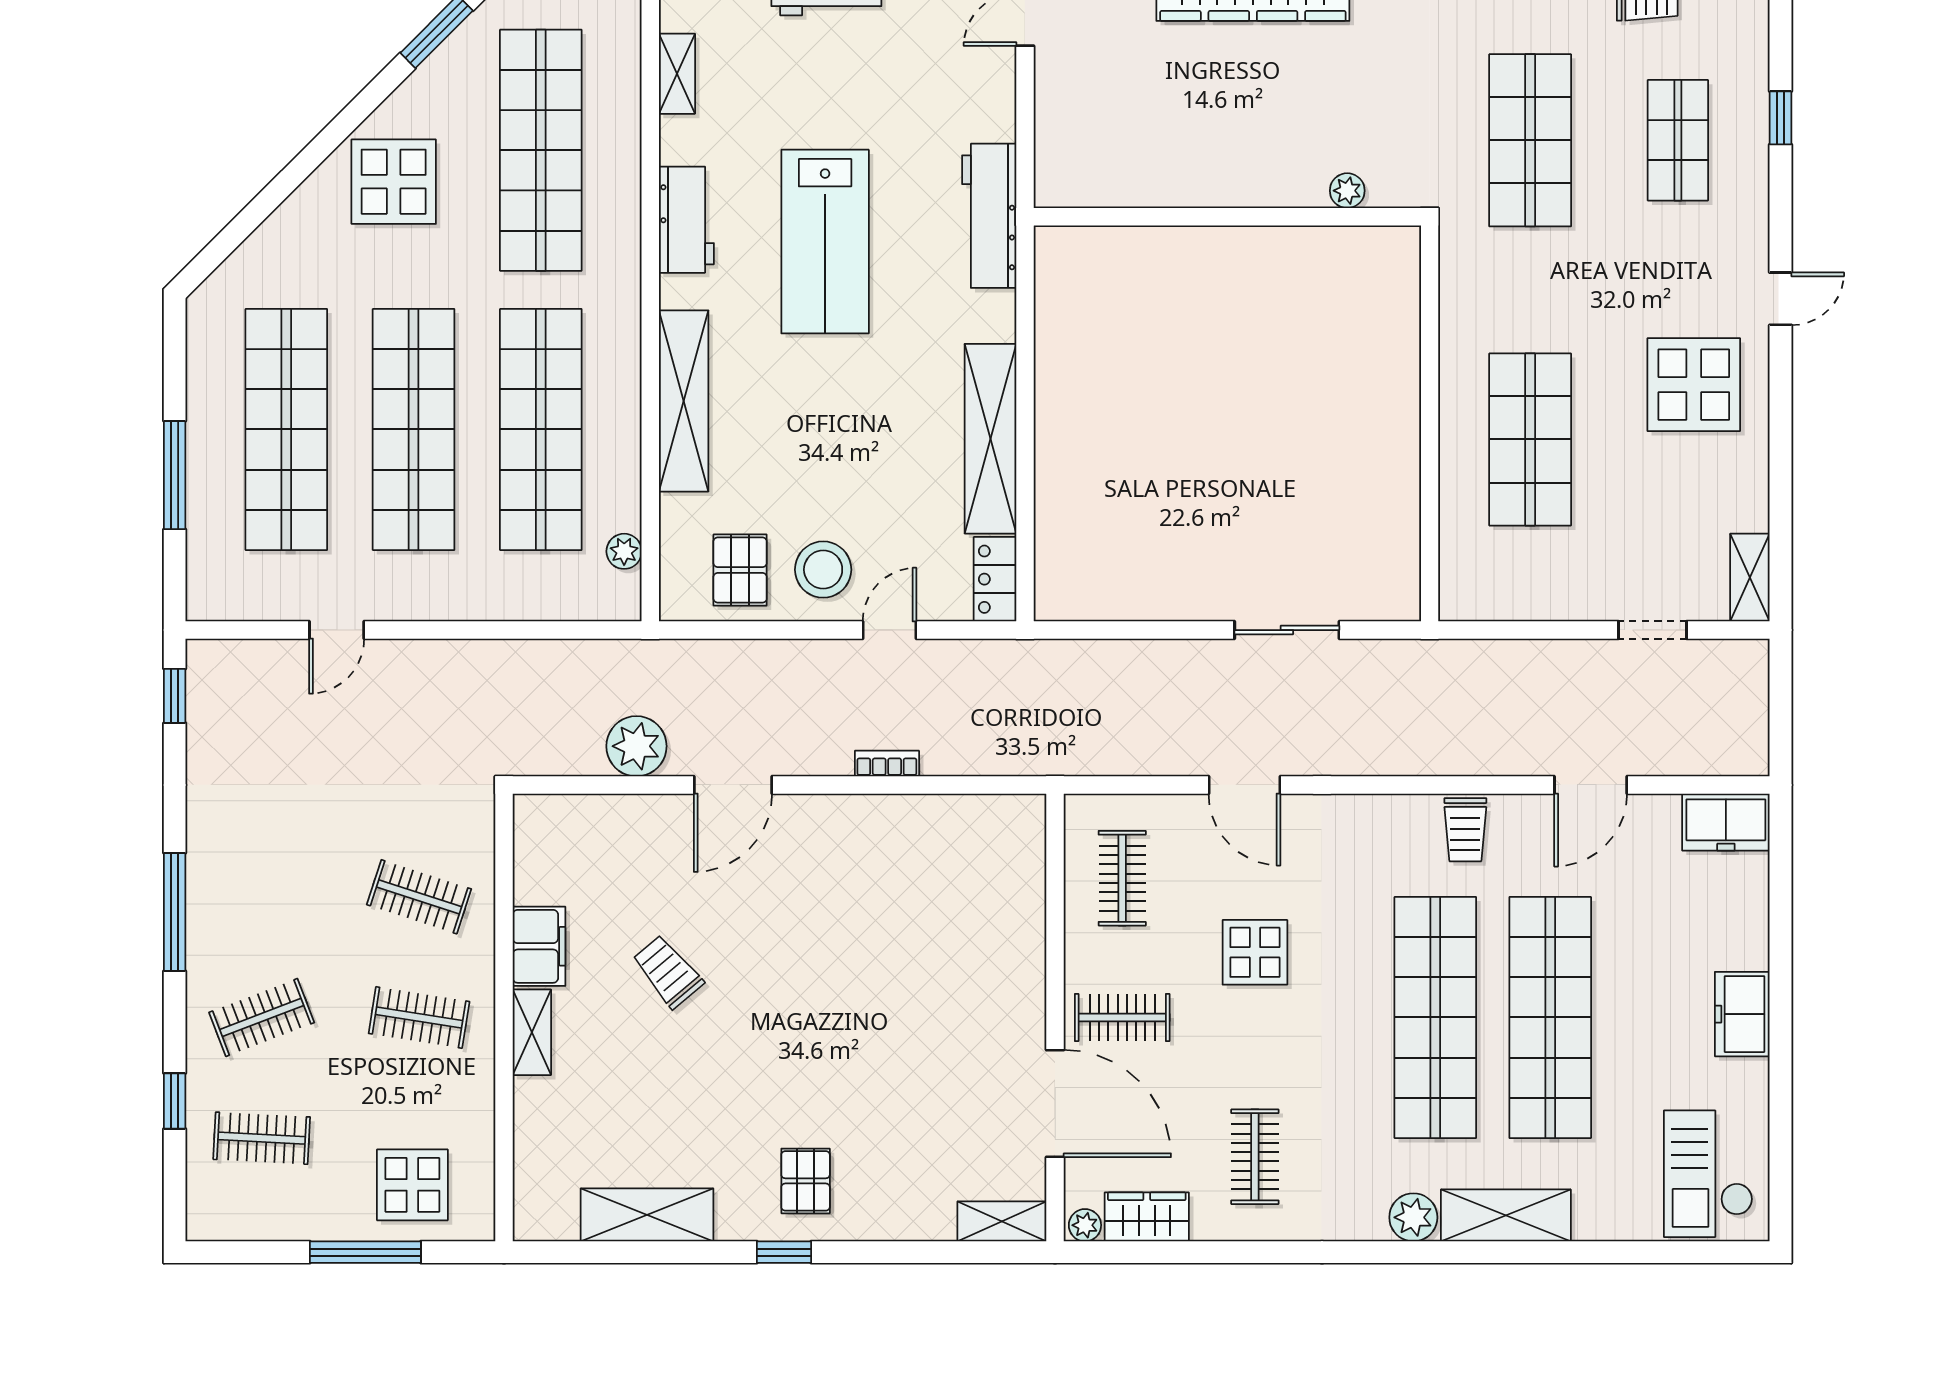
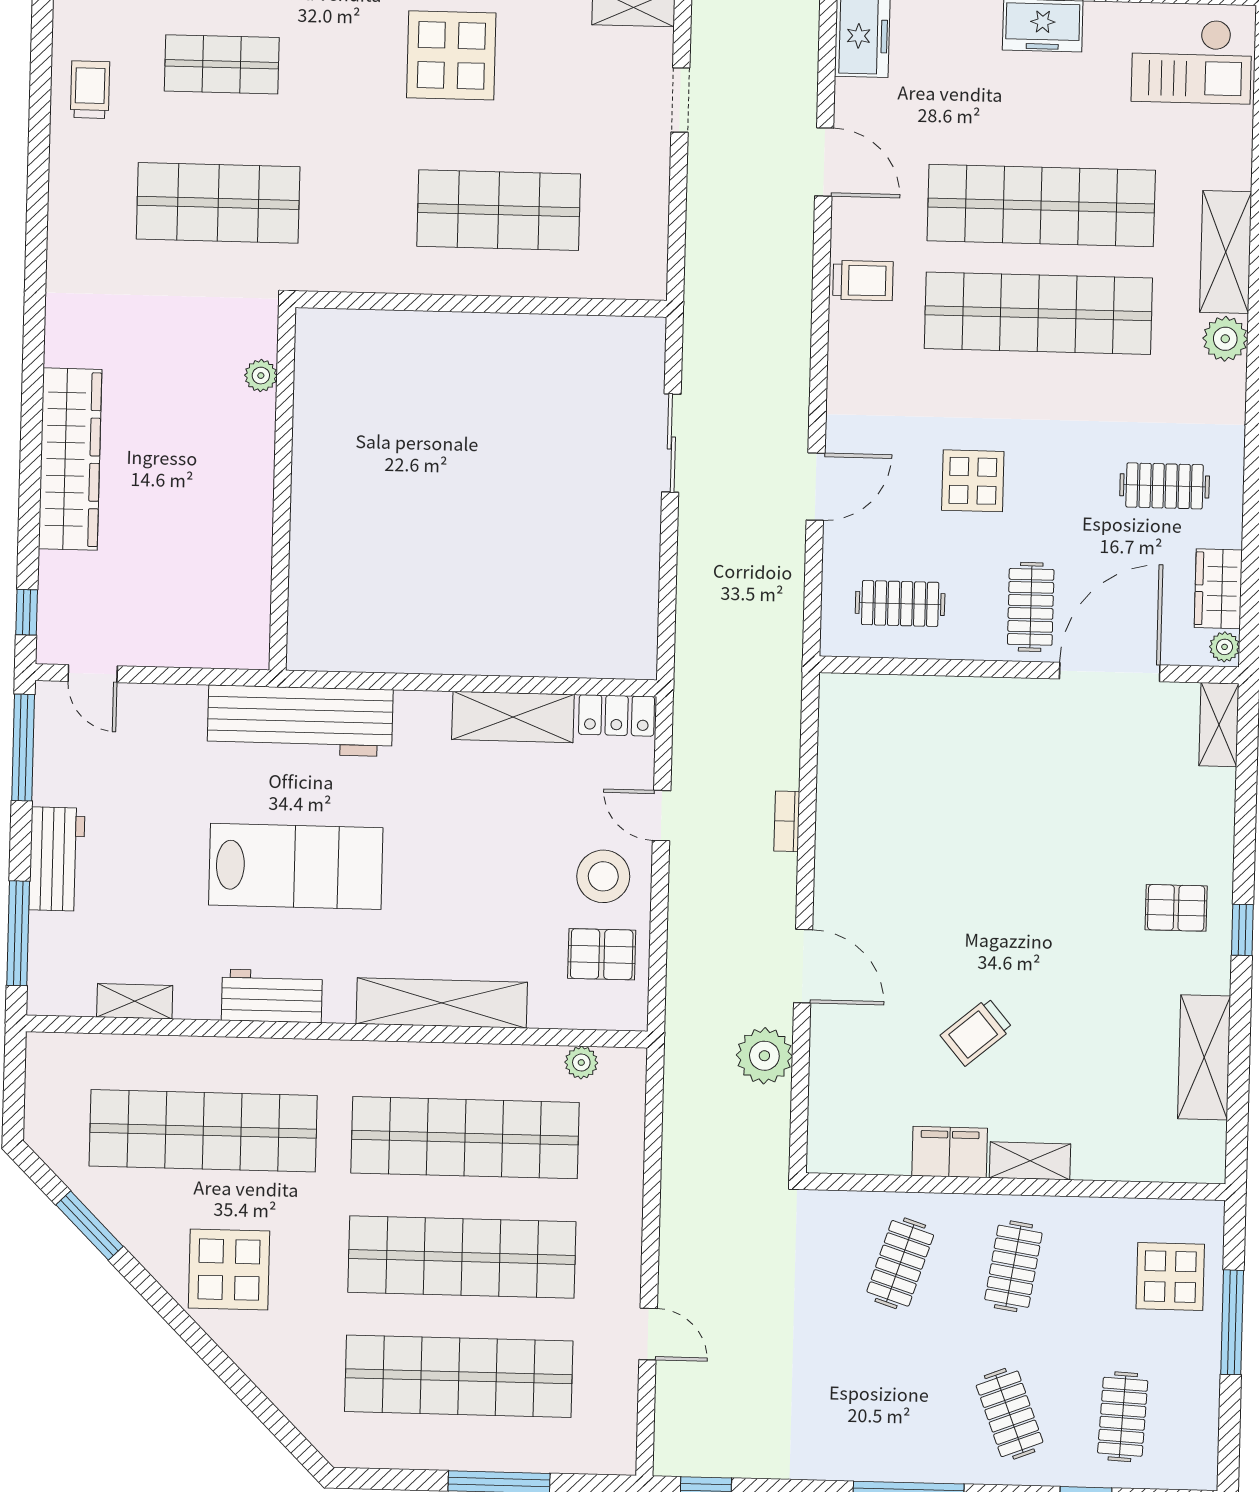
workbench: (989, 216) -> (300, 721), width x1.36, depth x1.32
shelving: (990, 439) -> (513, 717), width x0.68

